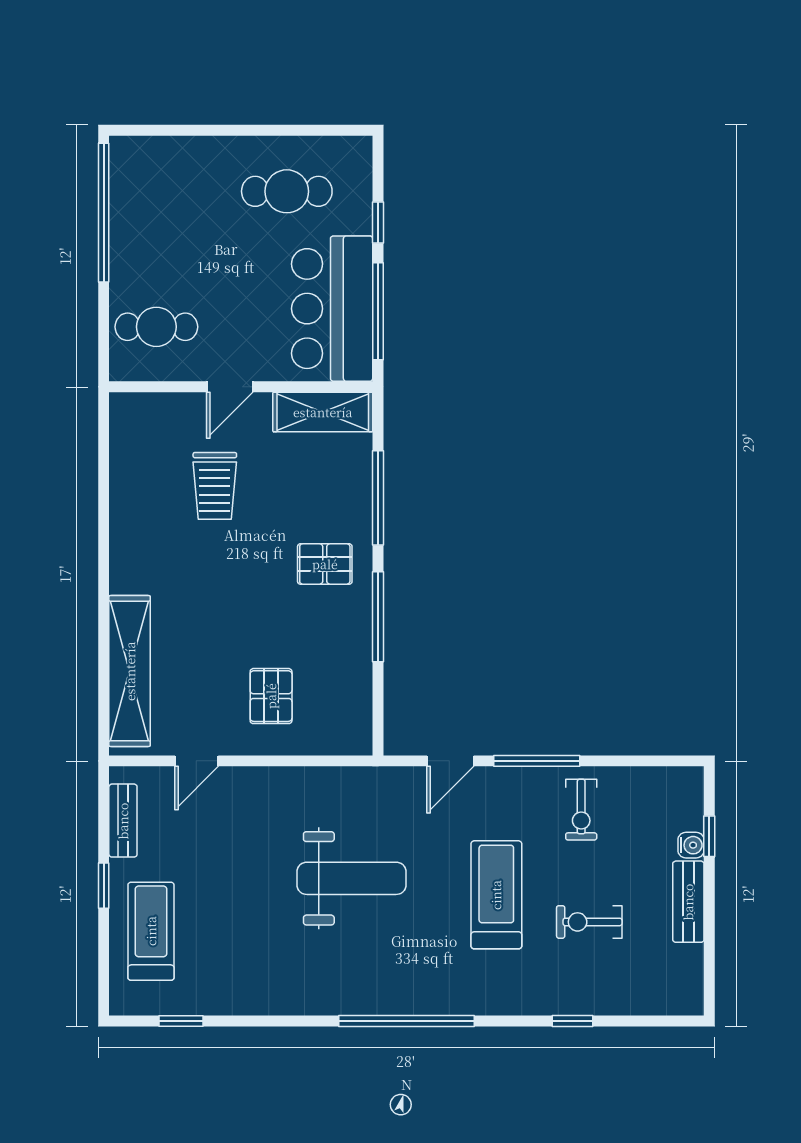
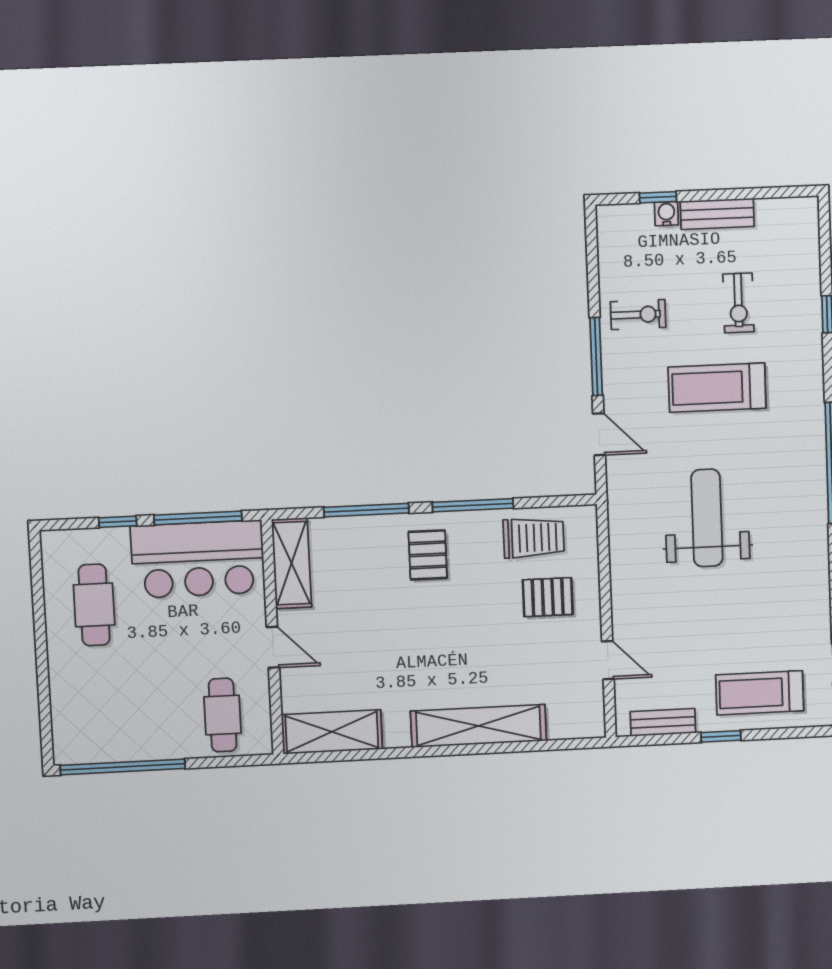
shelving: (131, 448) -> (332, 732), added
trolley: (215, 486) -> (534, 538), moved
shelving: (130, 671) -> (478, 726), moved

